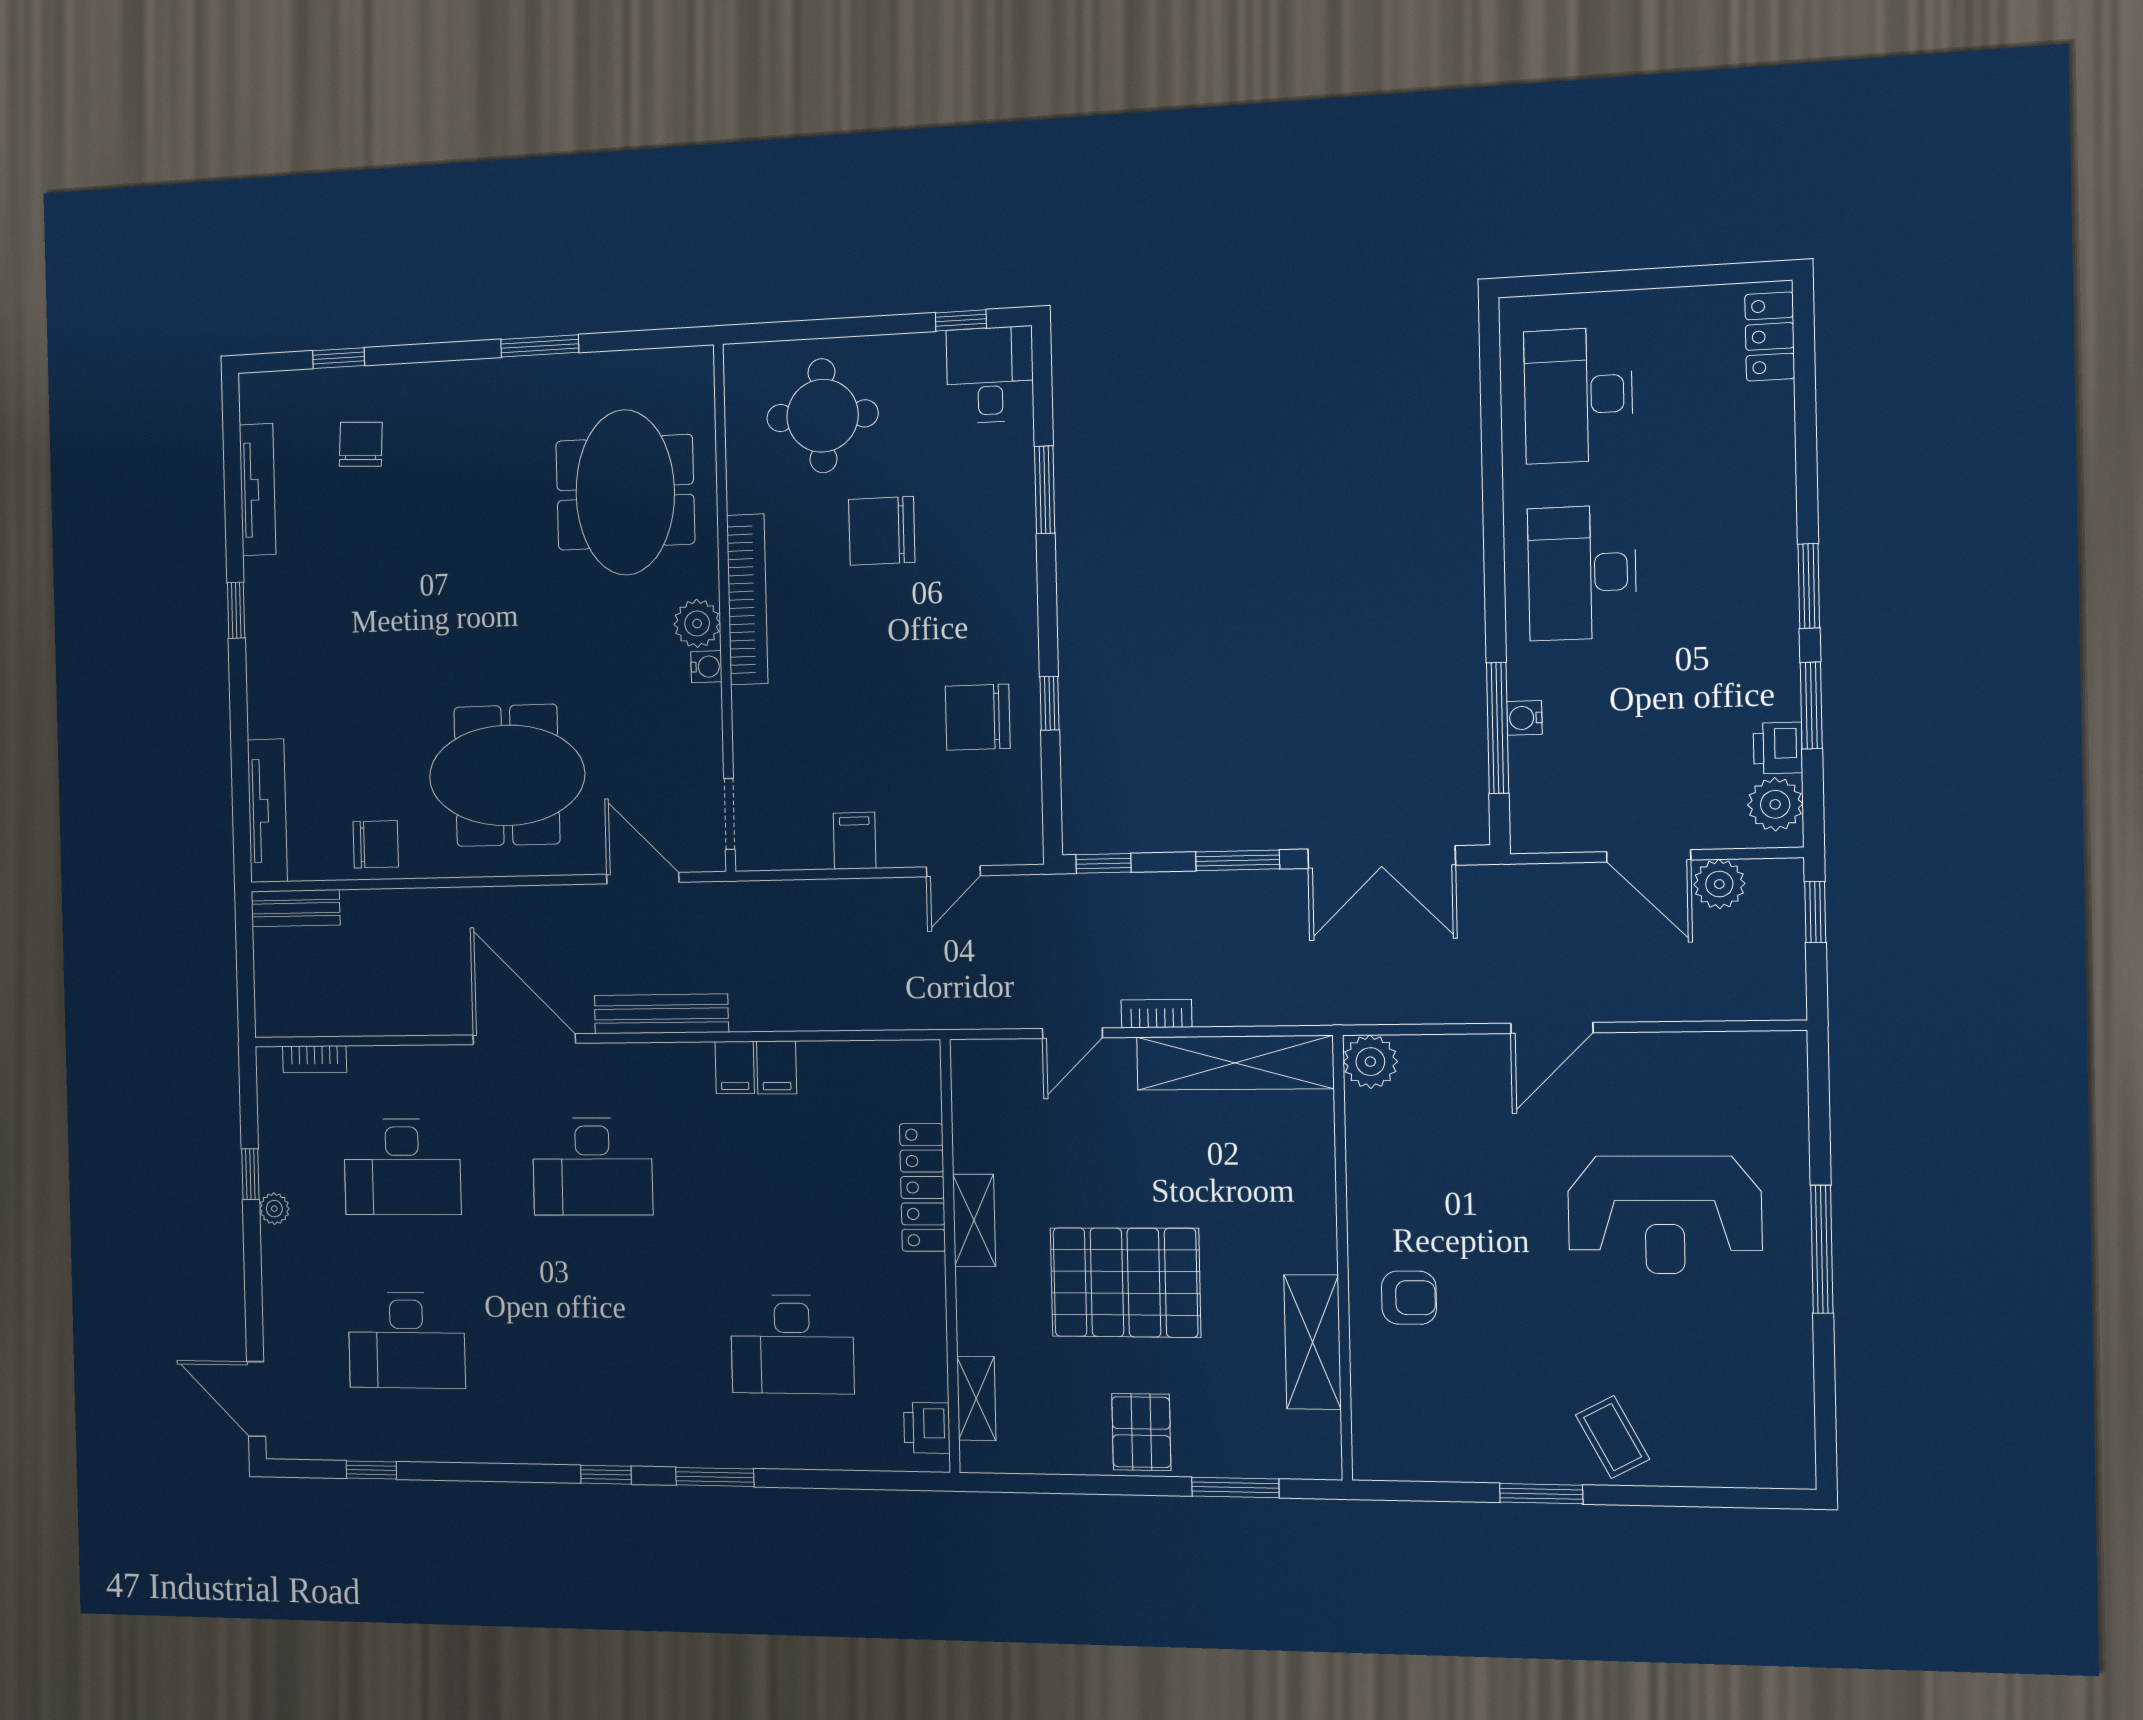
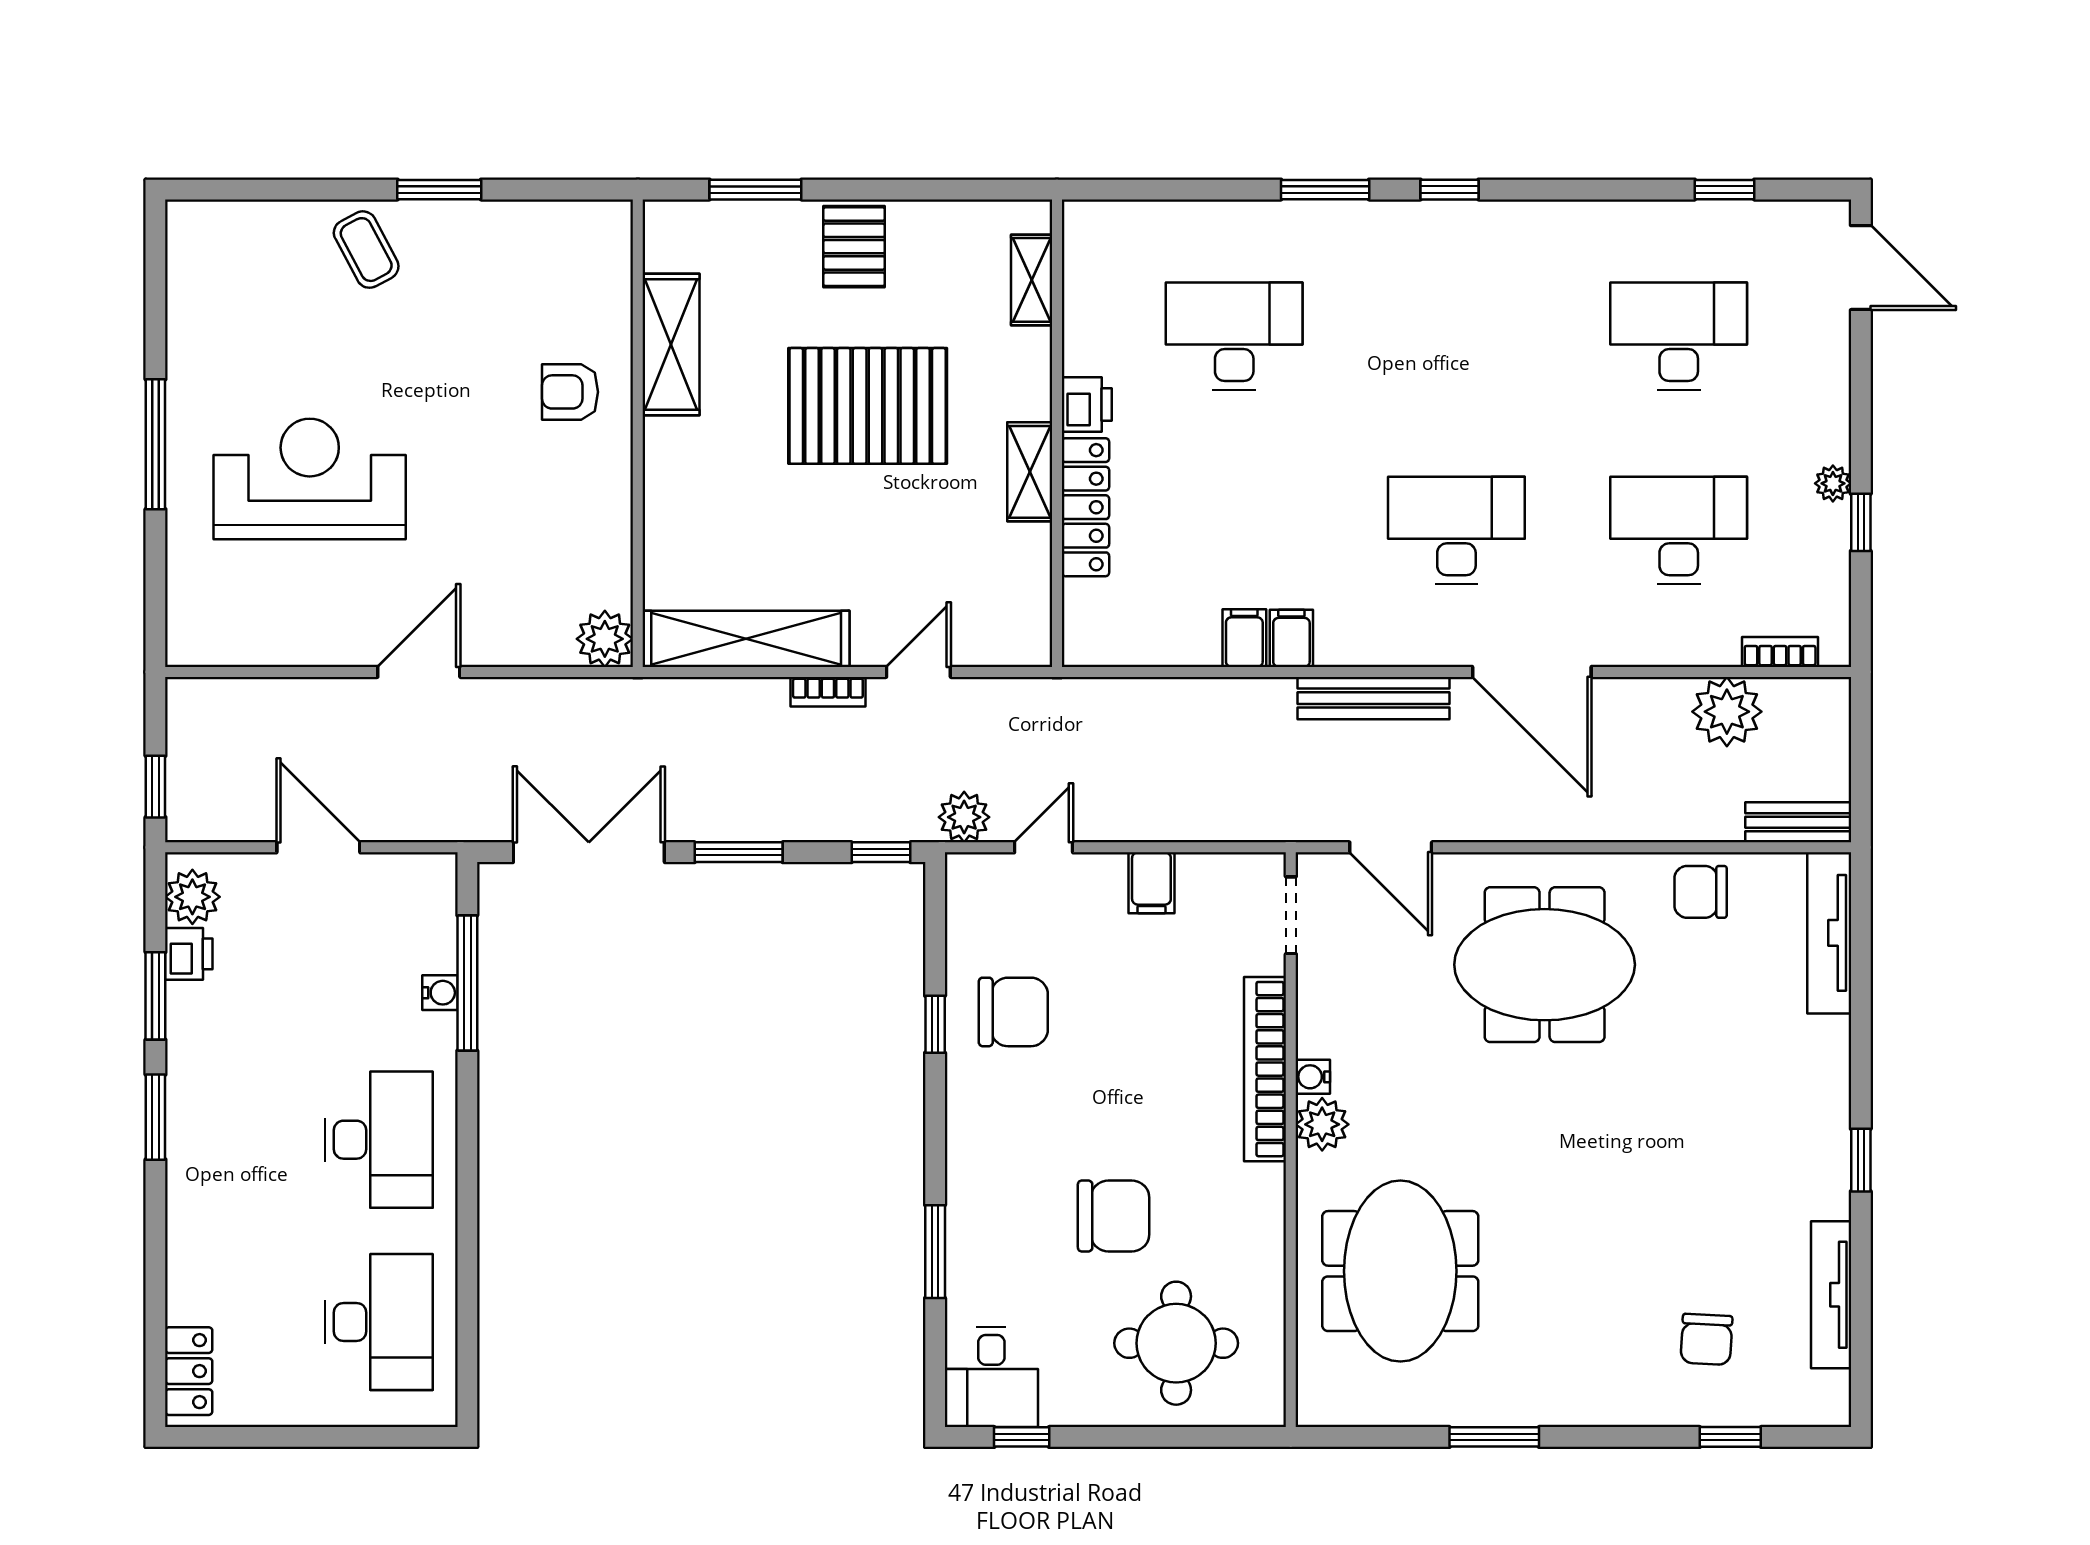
bookcase: (747, 599) -> (1265, 1069), moved
plant: (1719, 884) -> (964, 817), moved
plant: (358, 1006) -> (1727, 712), added
printer: (927, 1428) -> (1087, 405), moved

